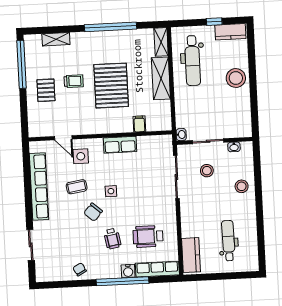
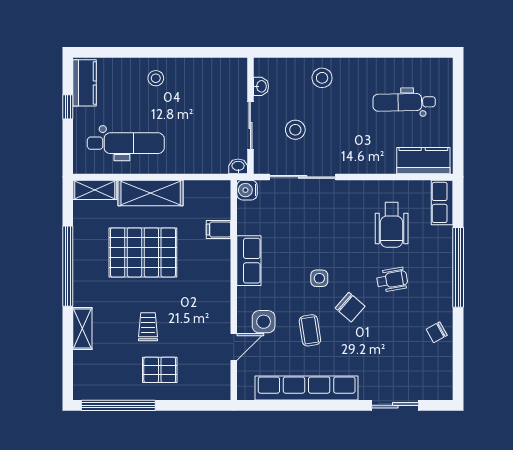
shelving: (56, 39) -> (82, 329), moved
stool: (236, 78) -> (156, 78), width x0.53, depth x0.53
pallet: (111, 86) -> (143, 252), moved
row of seats: (157, 269) -> (442, 202), width x0.68
water cooler: (128, 271) -> (247, 190), moved, turned 180

